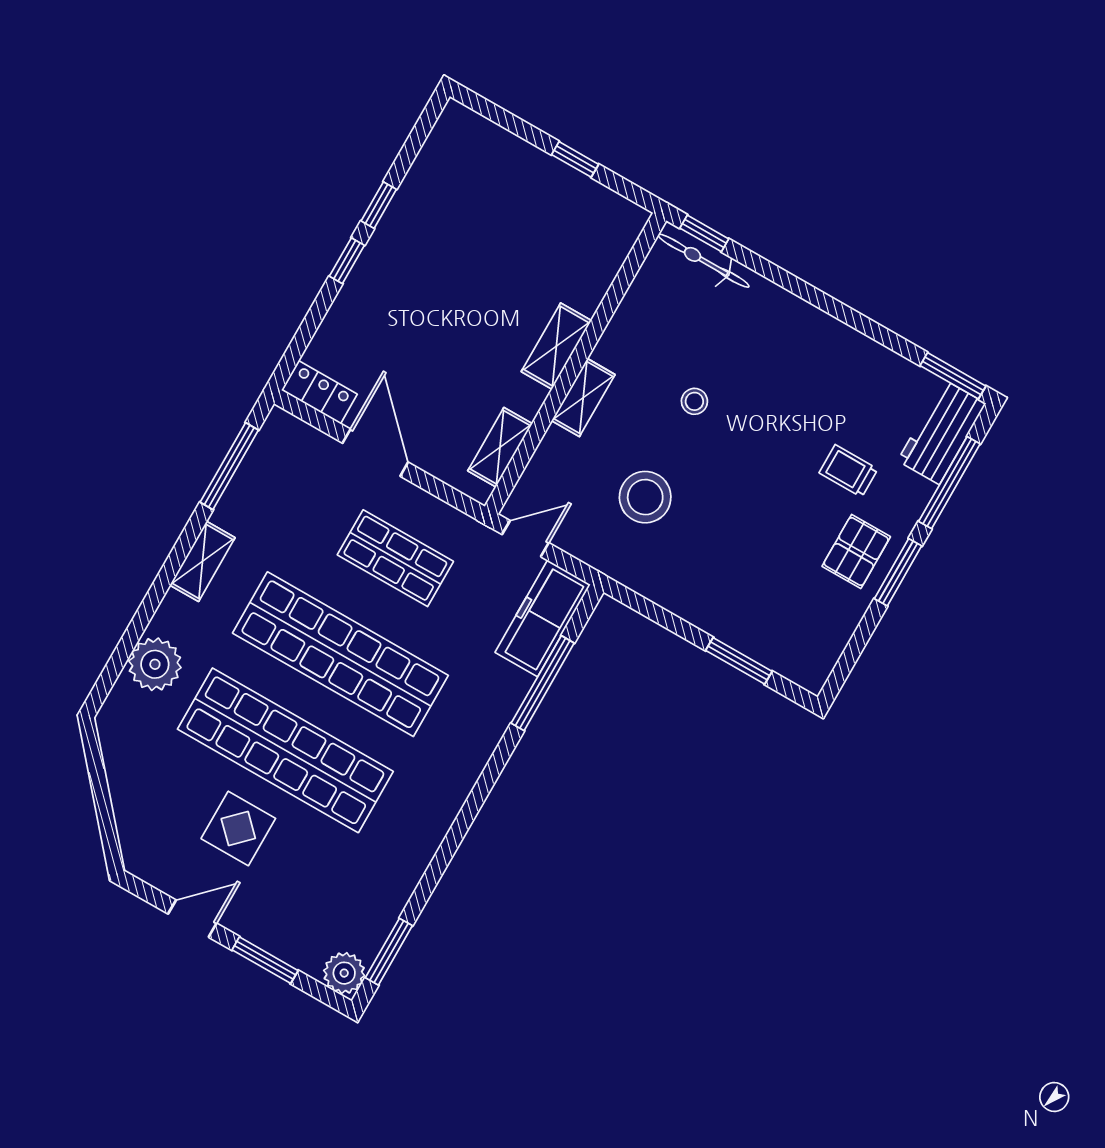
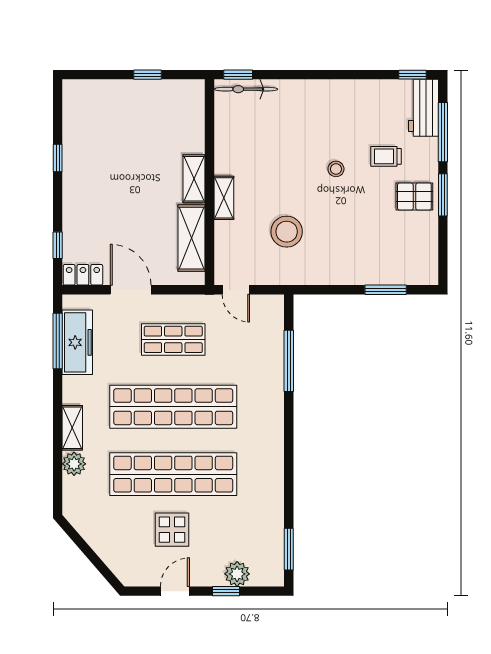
window: (347, 261) -> (58, 245), moved
window: (953, 376) -> (412, 75), width x0.67
stool: (694, 401) -> (336, 169), moved
shelving: (500, 447) -> (192, 238), width x1.50, depth x1.33
door: (525, 539) -> (236, 290), swing flipped
pallet: (856, 551) -> (414, 197), turned 90
shelving: (202, 561) -> (72, 428), moved
freezer: (543, 618) -> (77, 342), moved, turned 180
plant: (155, 664) -> (74, 464), width x0.73, depth x0.73
window: (265, 960) -> (226, 591), width x0.67
plant: (344, 973) -> (237, 574), moved

